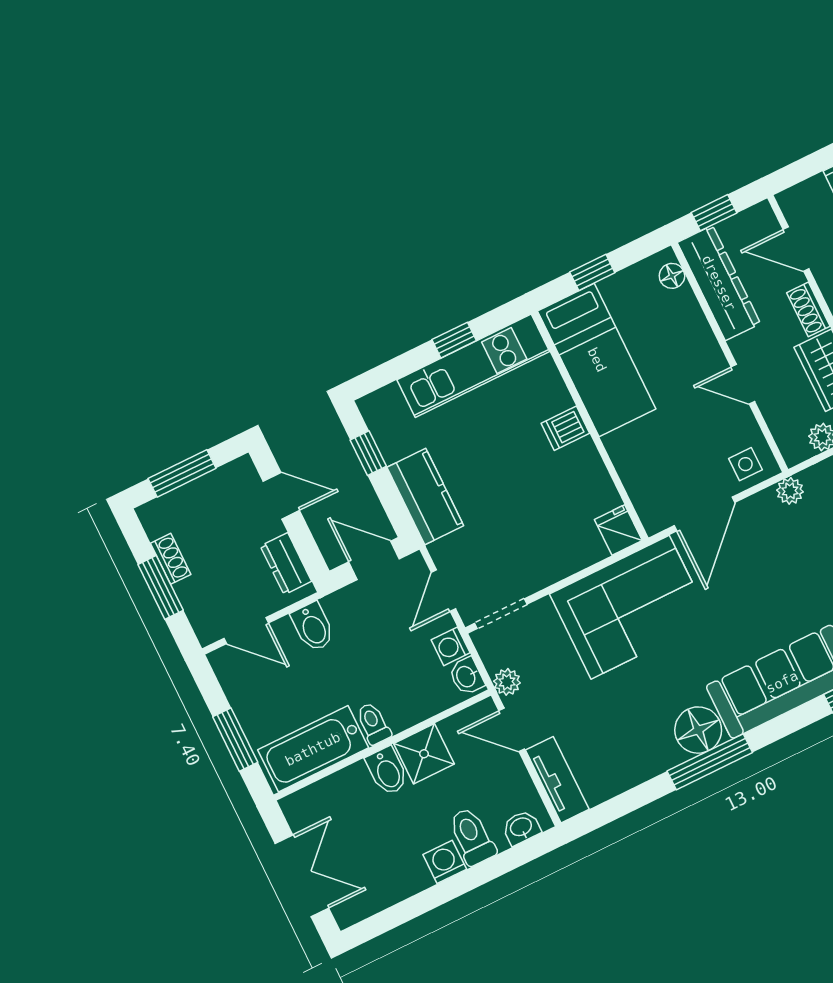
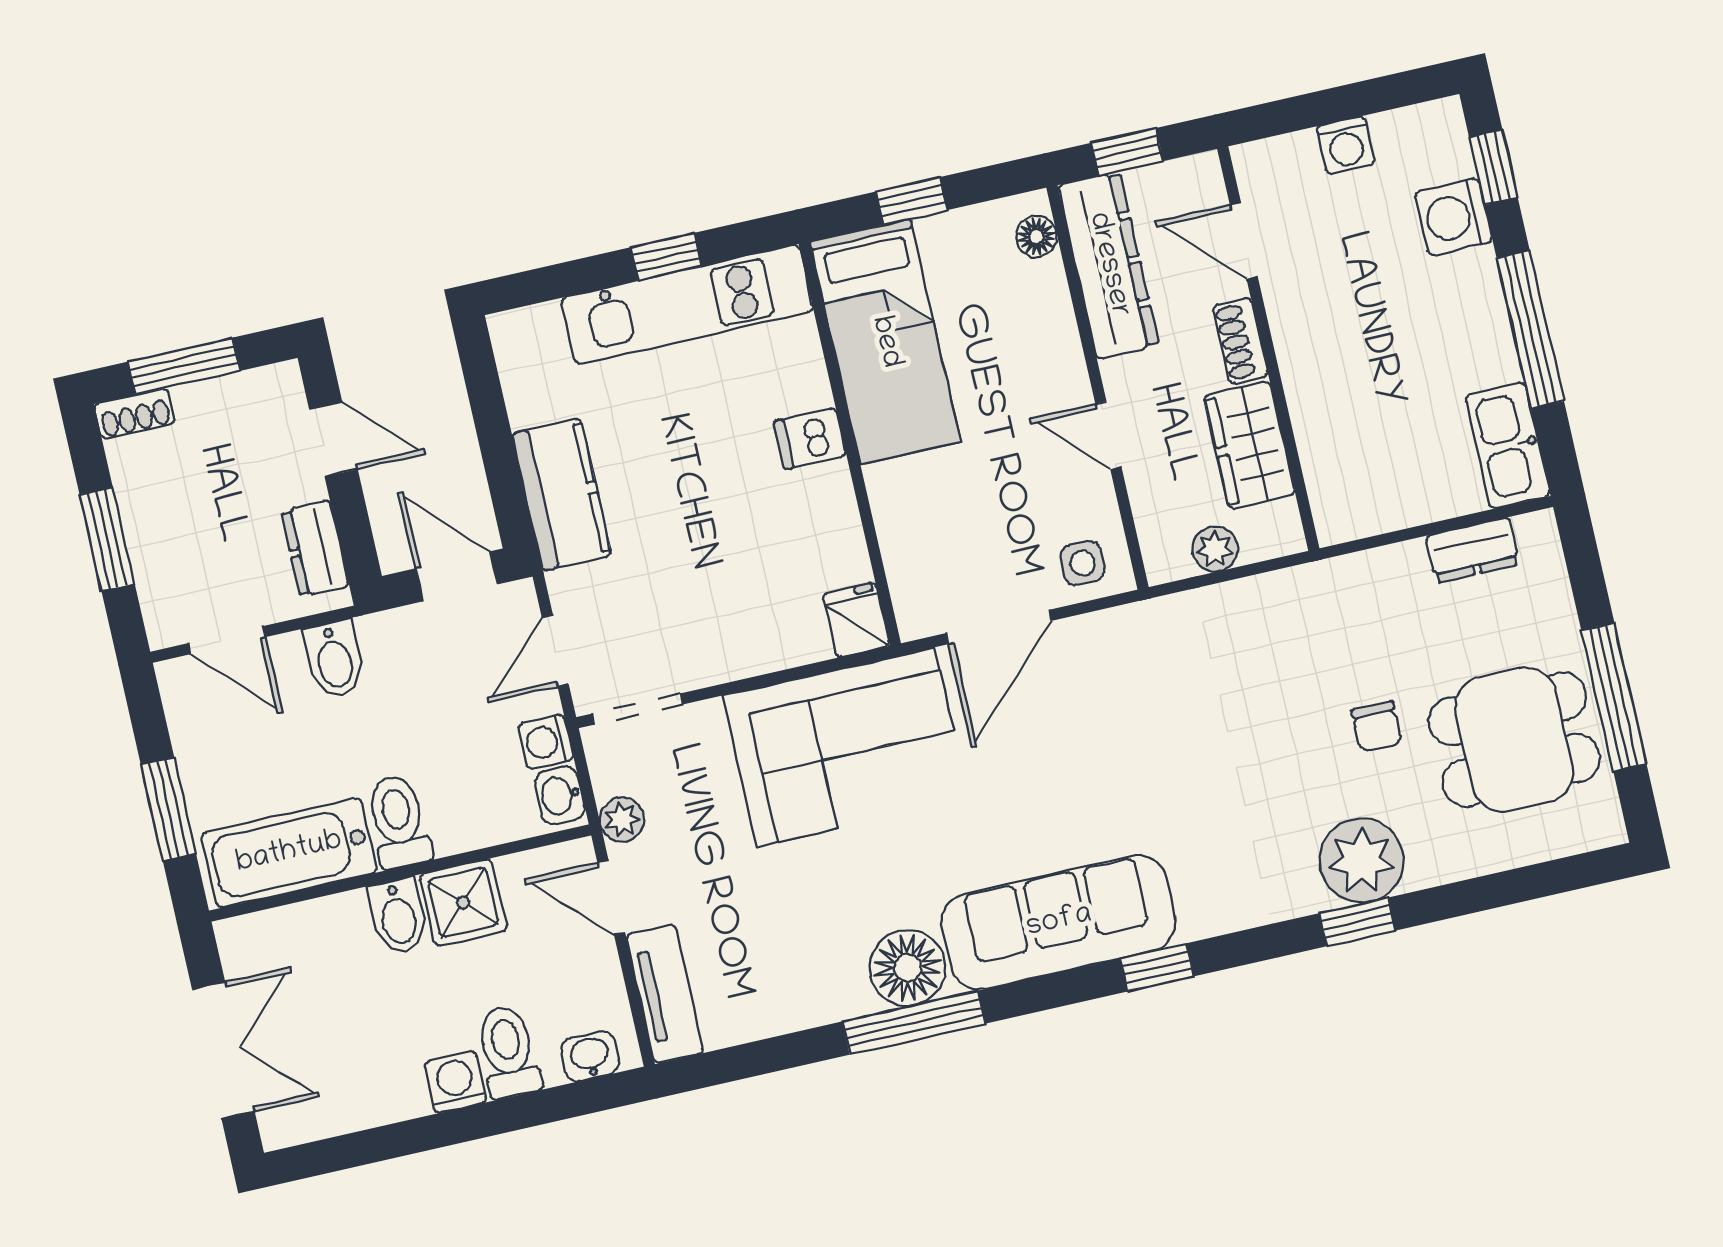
window: (368, 453) -> (488, 404), removed
plant: (790, 491) -> (1143, 622), removed
shoe rack: (171, 559) -> (135, 414), moved, turned 90
toilet: (373, 723) -> (398, 822), width x1.37, depth x1.39

